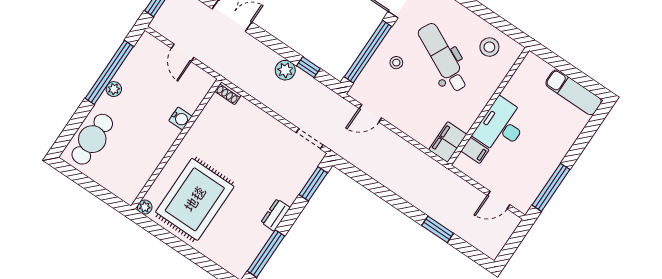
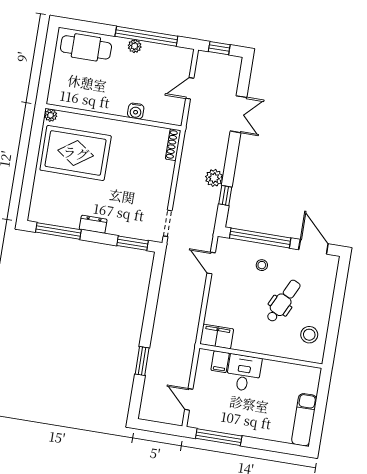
dental chair: (443, 58) -> (283, 301), width x0.73, depth x0.72
shoe rack: (228, 93) -> (173, 145), width x1.43
desk: (501, 126) -> (244, 373), width x0.73

